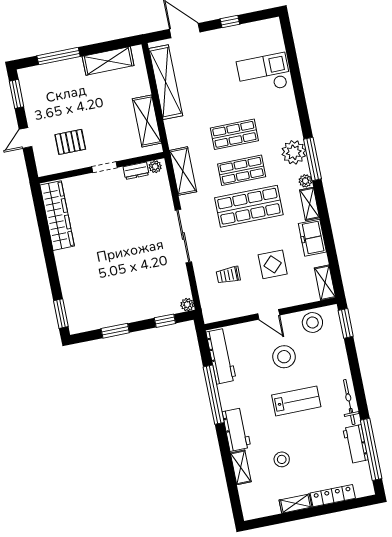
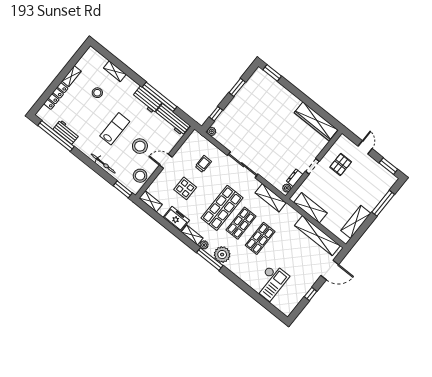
lab bench: (296, 401) -> (115, 129), turned 180
bicycle: (349, 402) -> (103, 163), moved
workbench: (236, 429) -> (147, 100), moved

